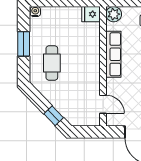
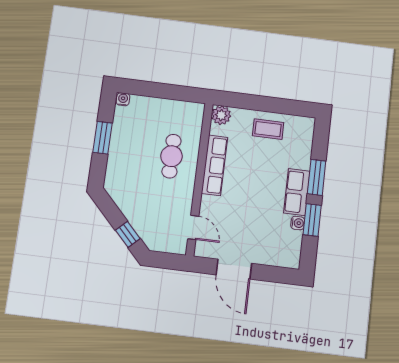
fridge: (91, 14) -> (193, 111), removed
cafe table: (52, 63) -> (171, 156), moved

